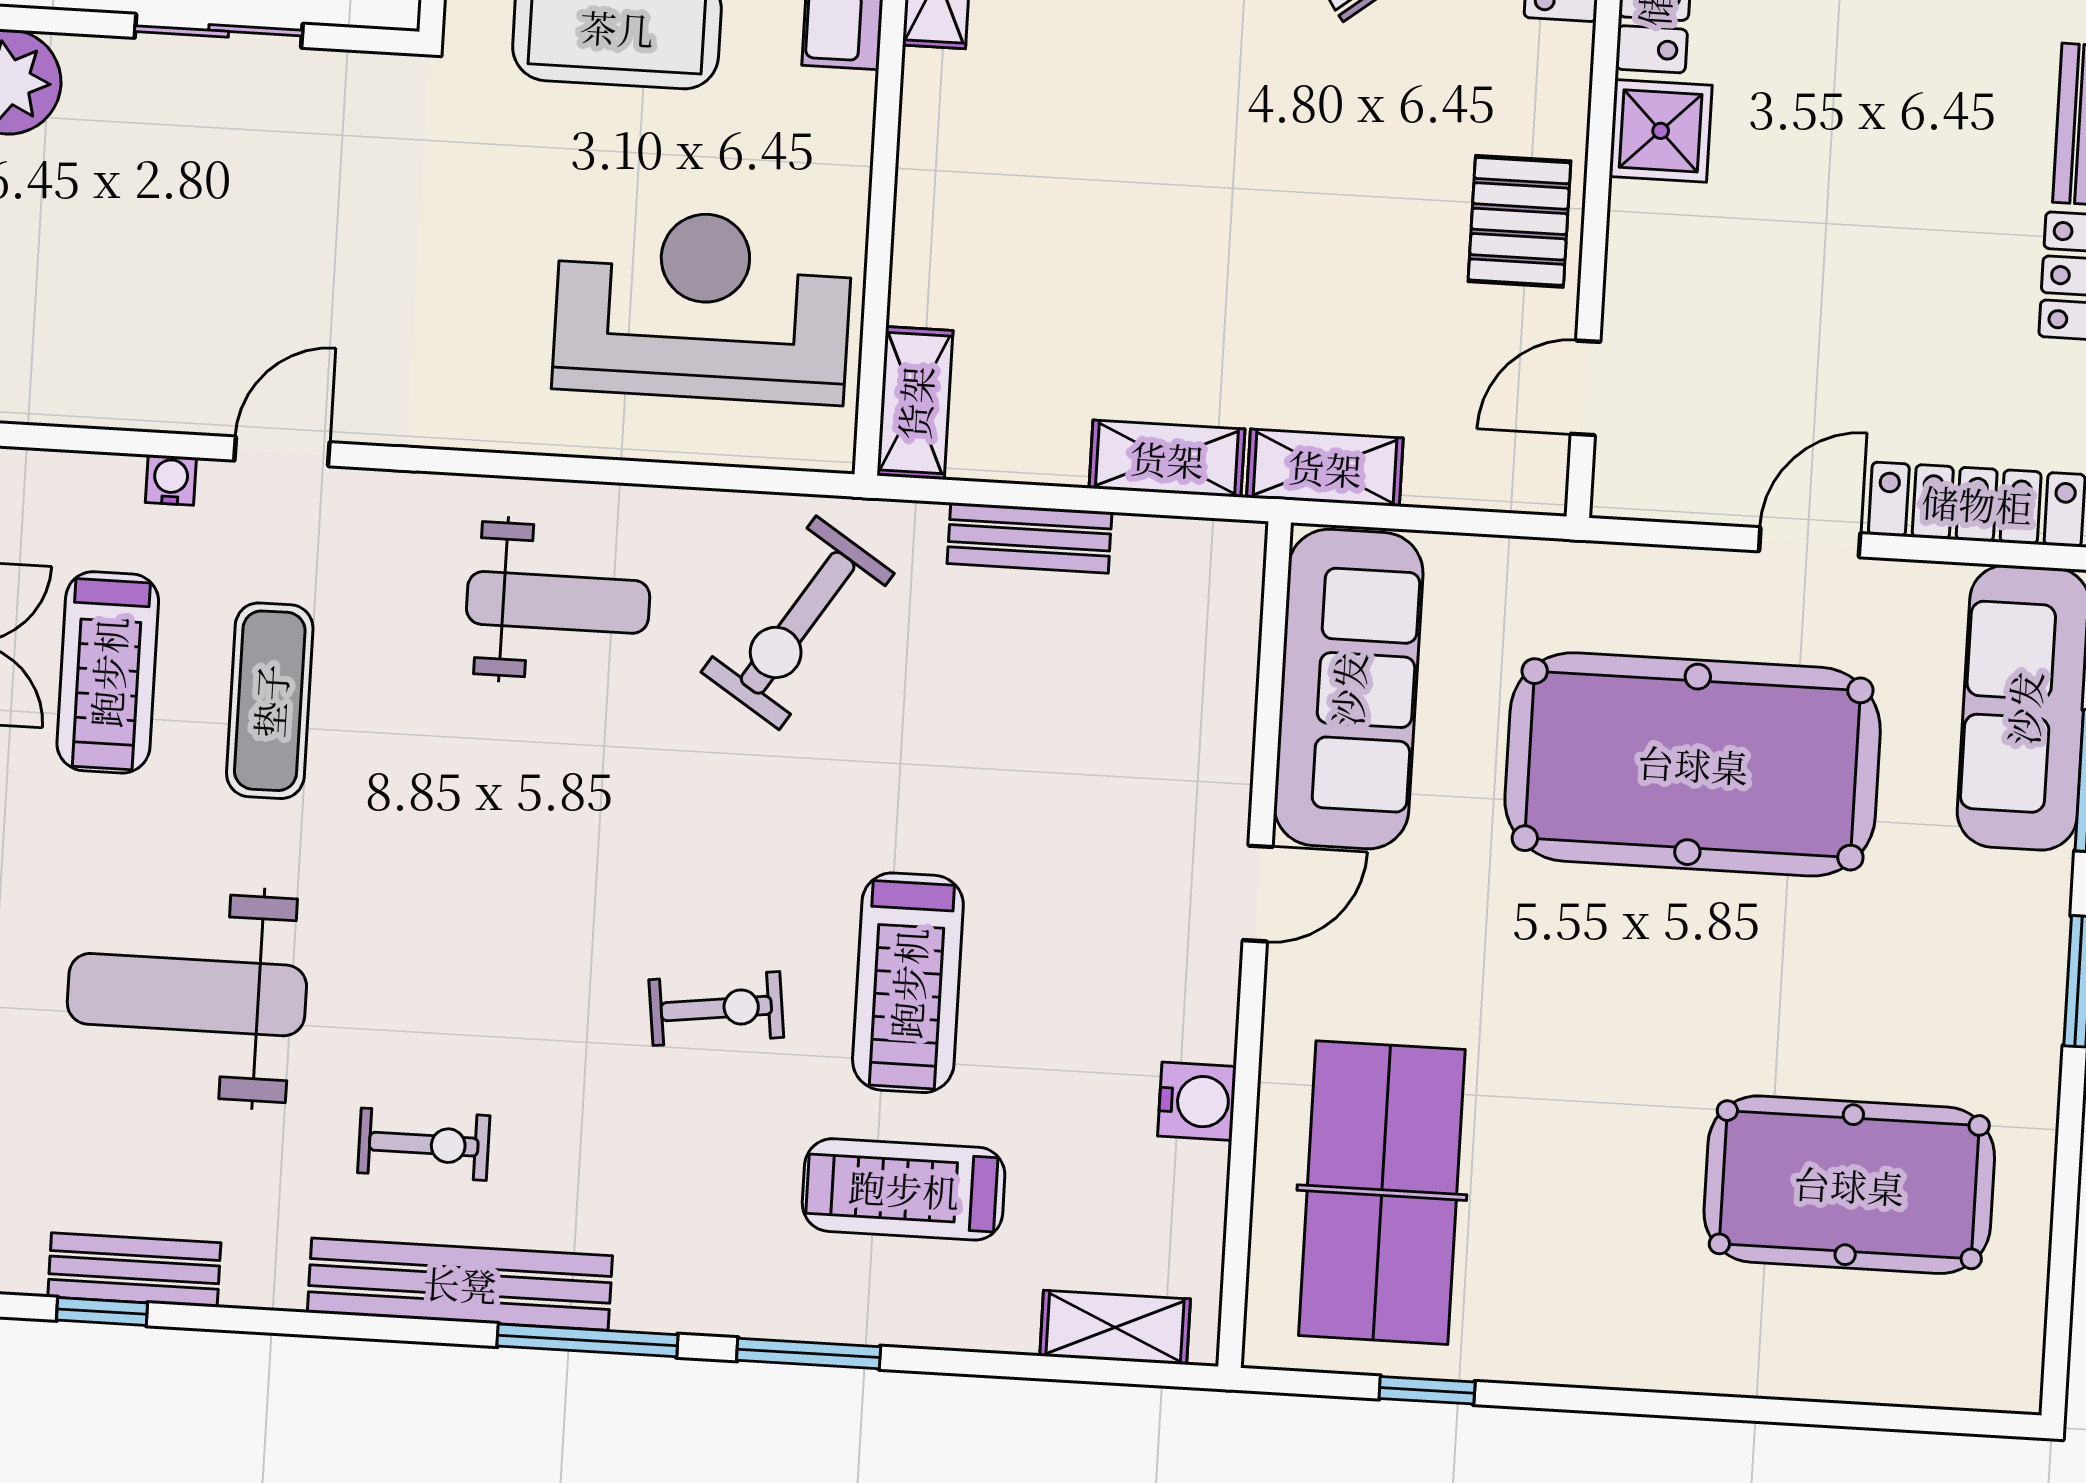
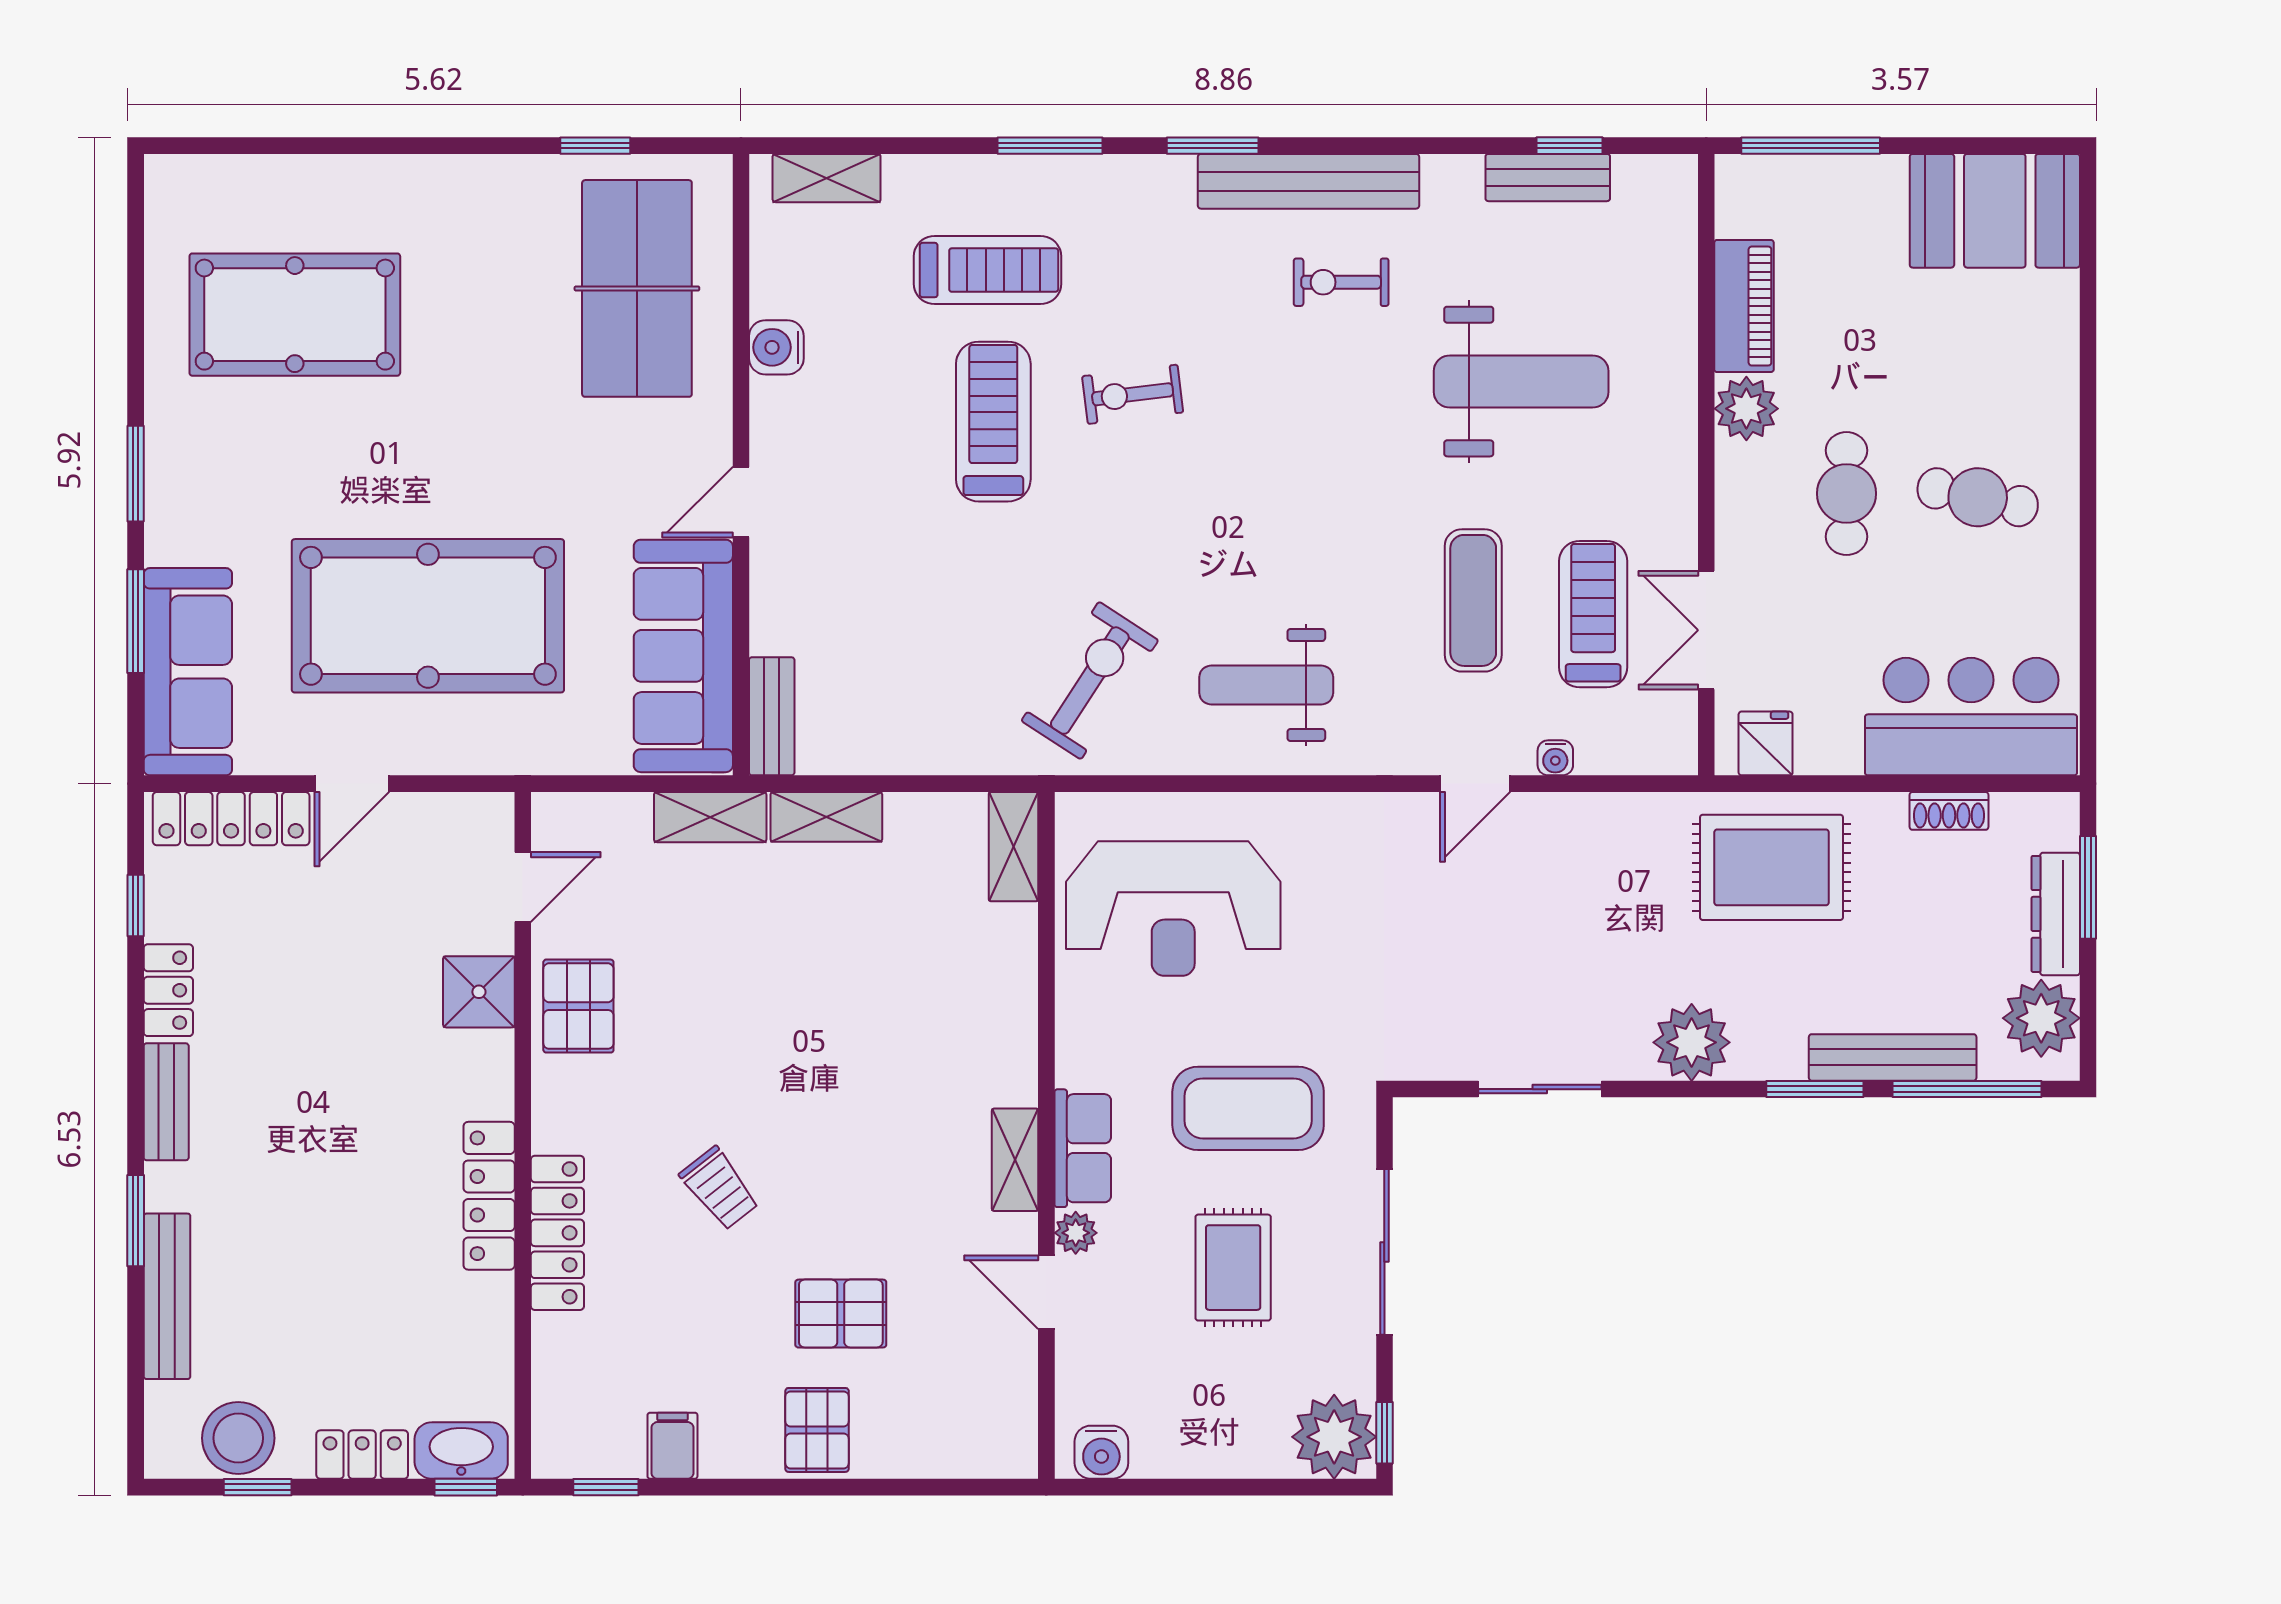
shower: (1661, 131) -> (479, 992), moved
bench: (1030, 538) -> (772, 716), moved, turned 90
window: (587, 1340) -> (1213, 146), width x0.69

